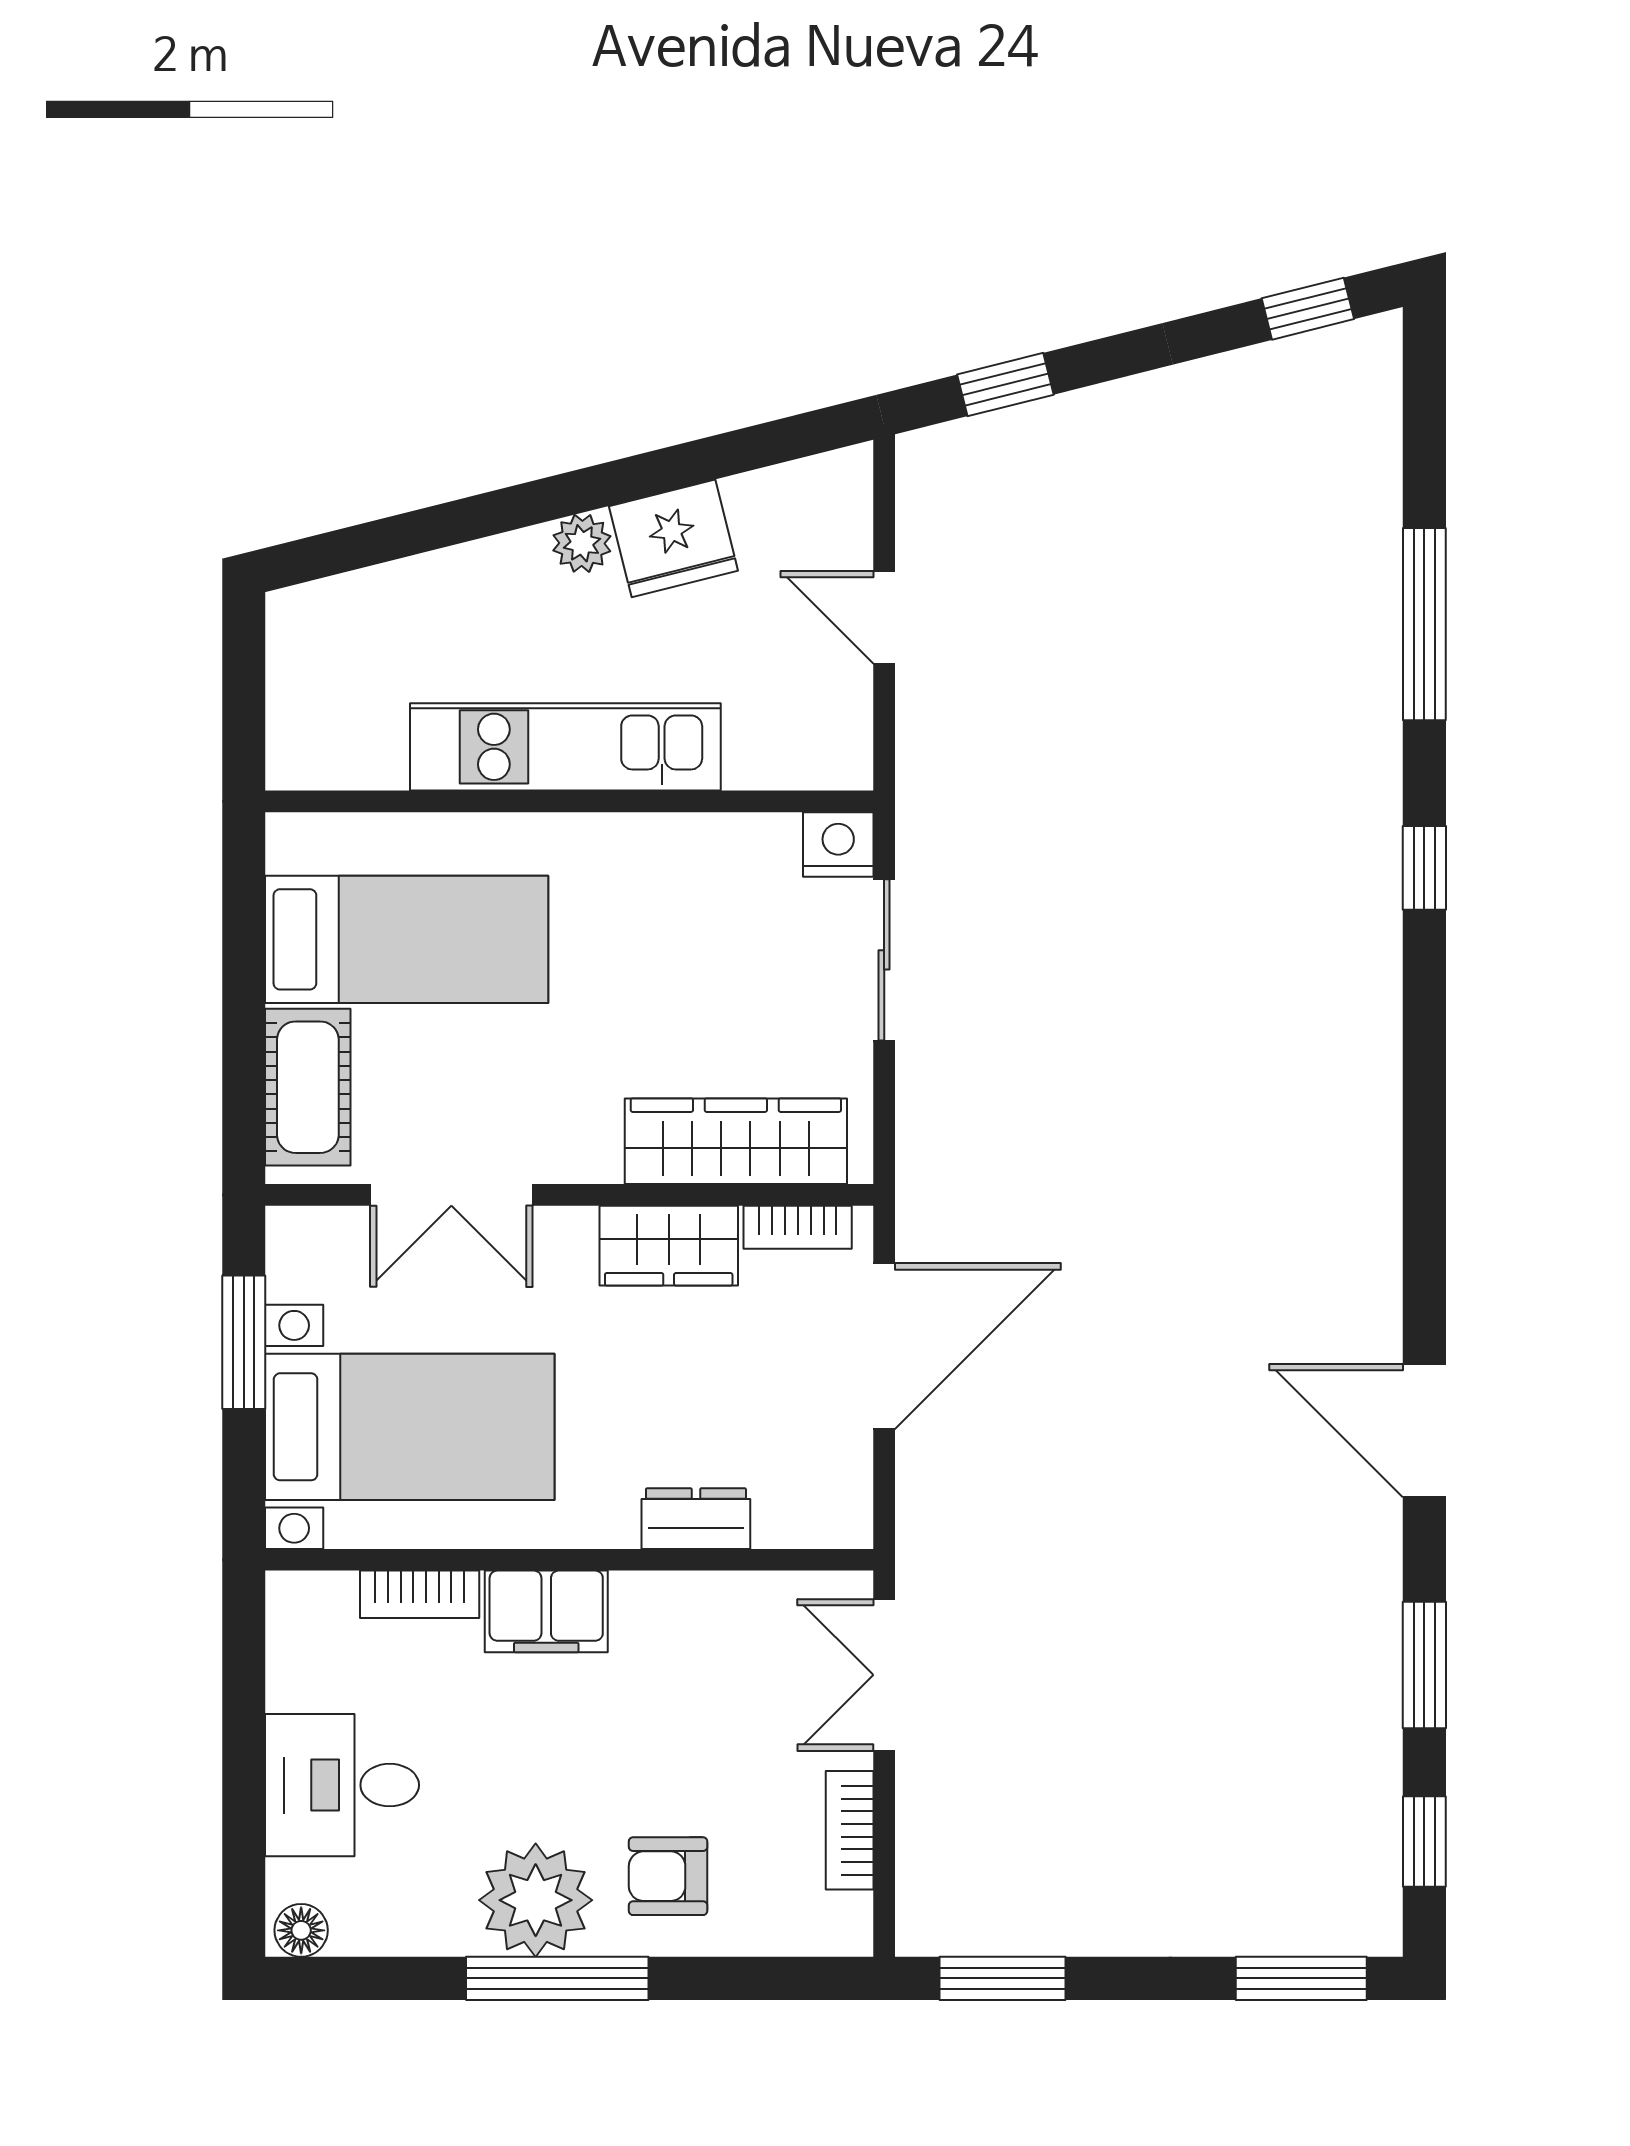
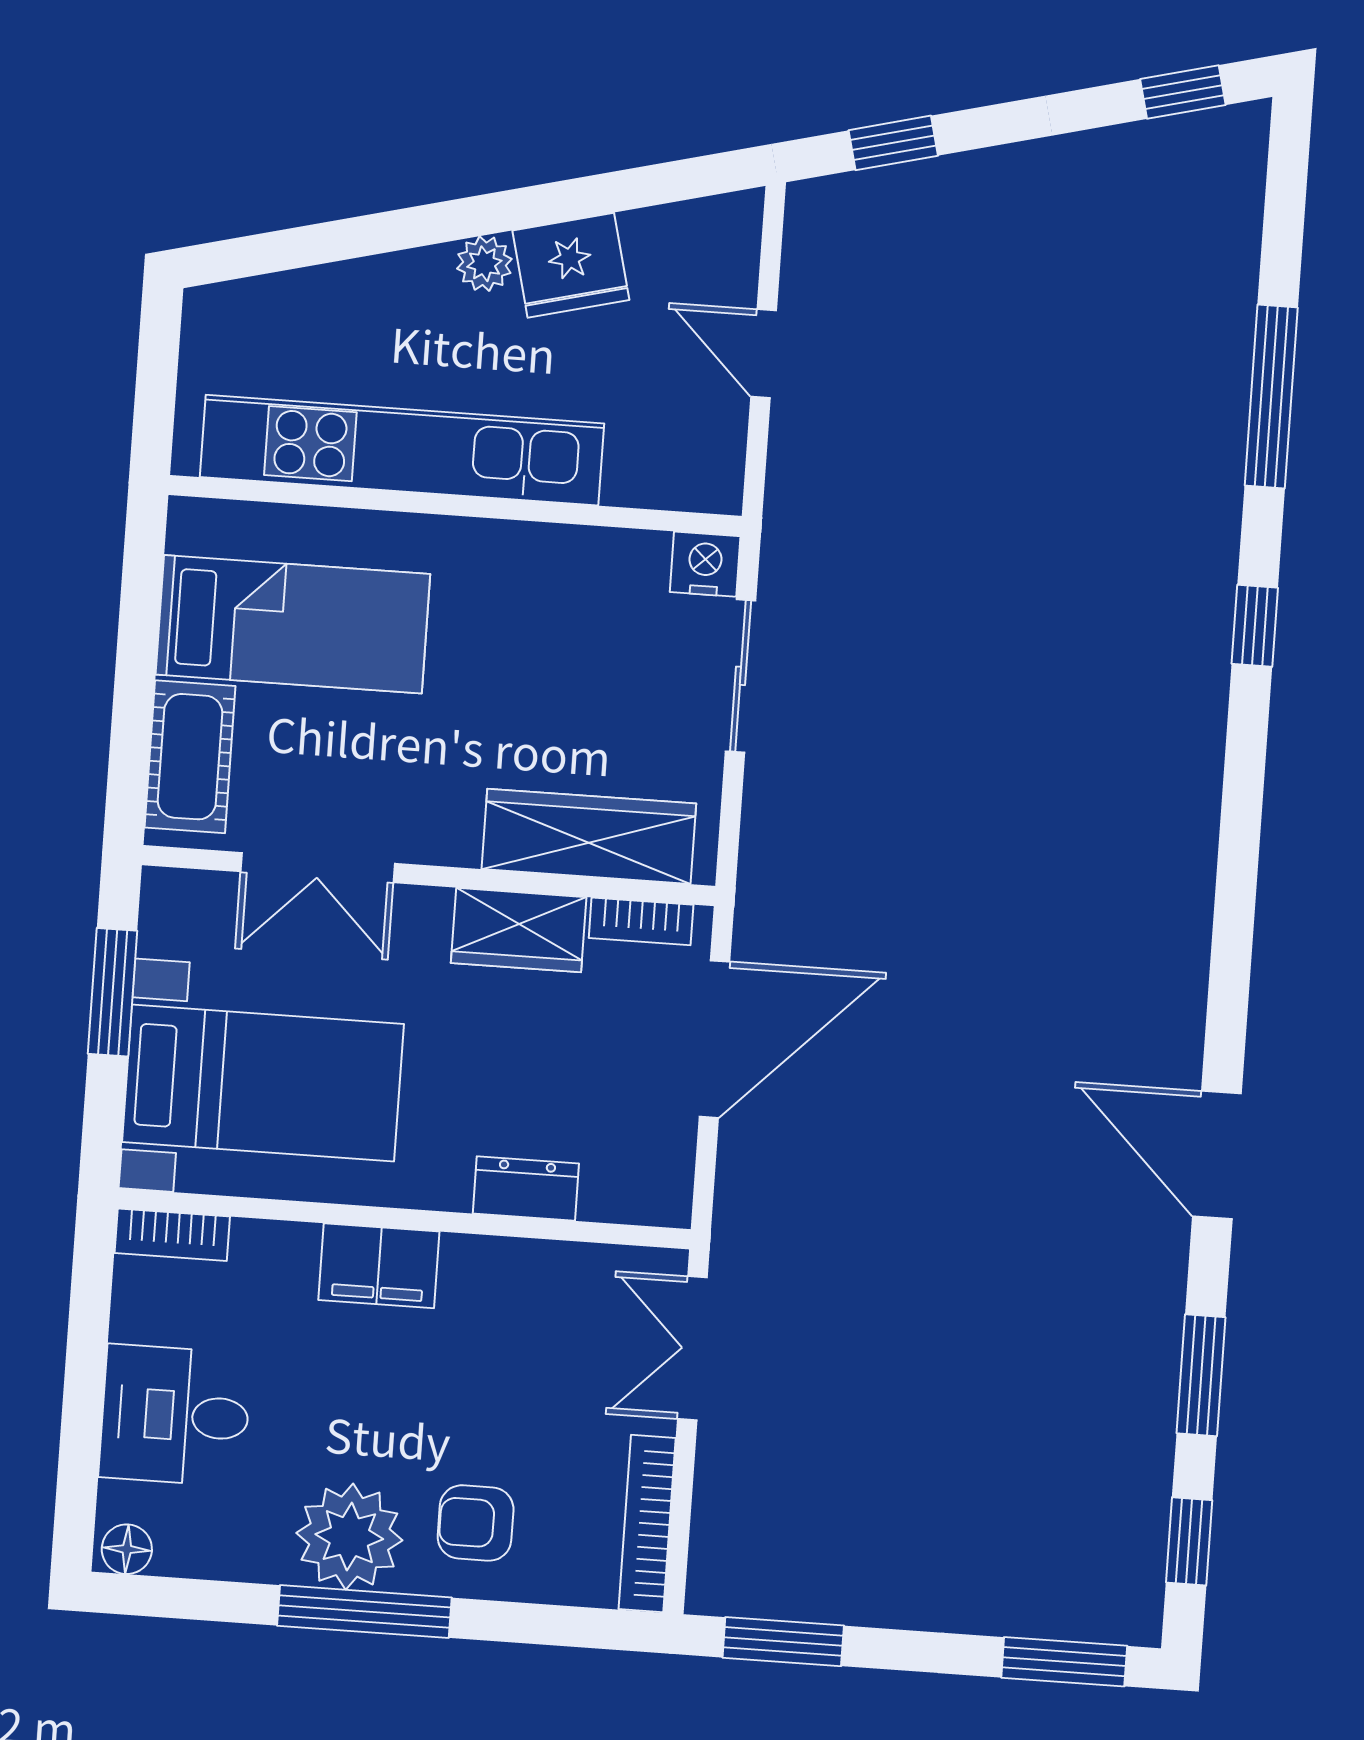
kitchen unit: (565, 747) -> (402, 450), width x1.36
bookcase: (420, 1594) -> (172, 1235), moved
bookcase: (850, 1830) -> (647, 1524), width x1.56

